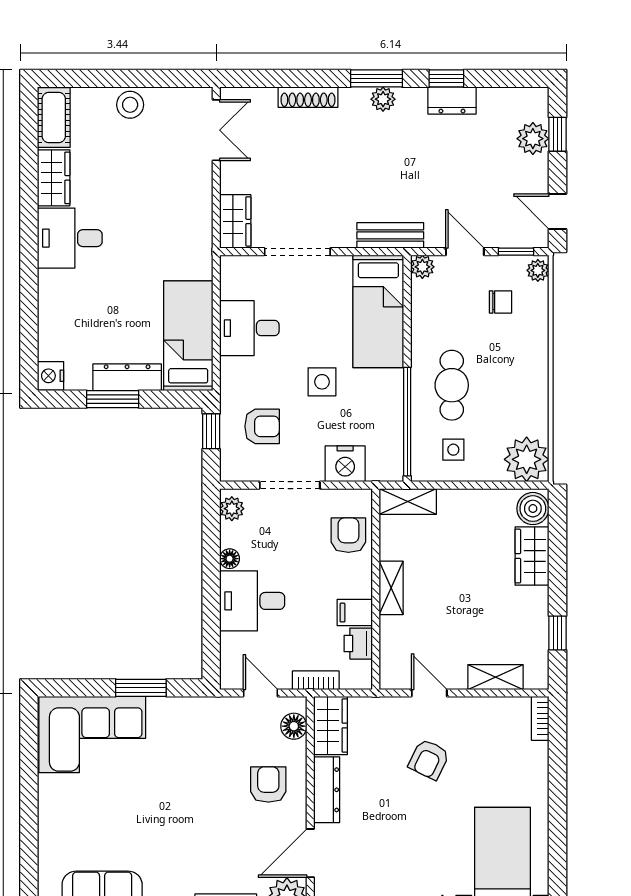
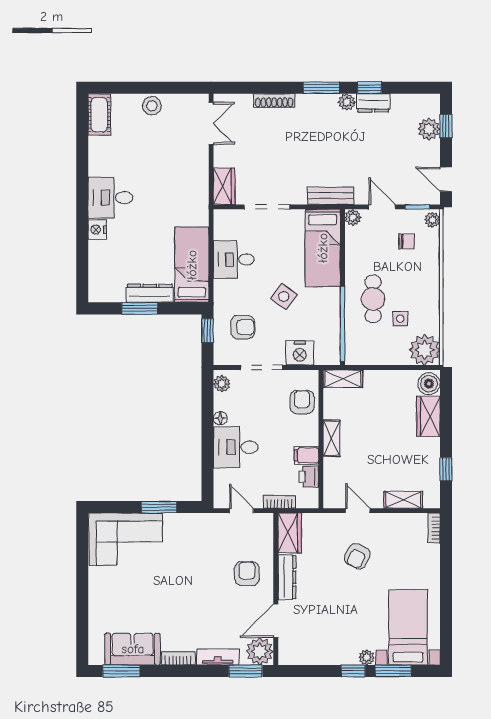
plant: (383, 99) -> (347, 102), moved
wardrobe: (54, 178) -> (99, 156), removed
nightstand: (51, 376) -> (97, 230), moved
side table: (322, 382) -> (284, 296), turned 37
side table: (453, 450) -> (400, 319), moved
floor lamp: (294, 726) -> (264, 533), removed

